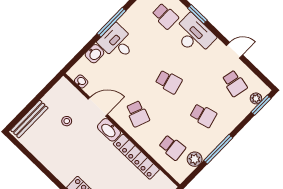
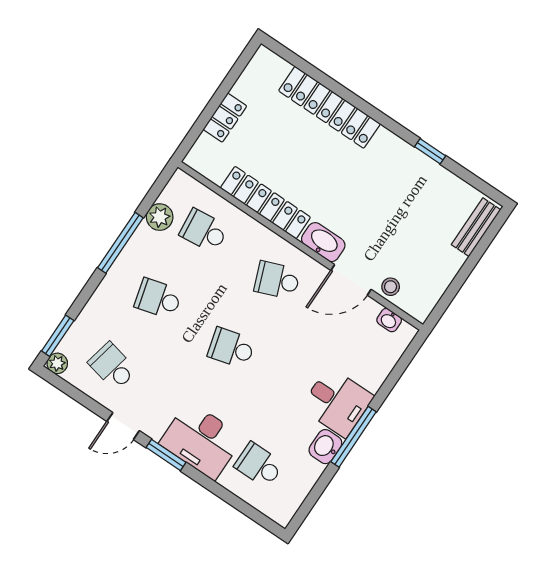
window: (197, 14) -> (166, 455), moved
washbasin: (94, 54) -> (325, 447), moved
plant: (256, 98) -> (57, 363), moved
school desk: (138, 114) -> (277, 280), turned -42
bench: (29, 119) -> (476, 227), width x0.73
stool: (67, 121) -> (391, 287), moved
window: (43, 168) -> (430, 151), added

